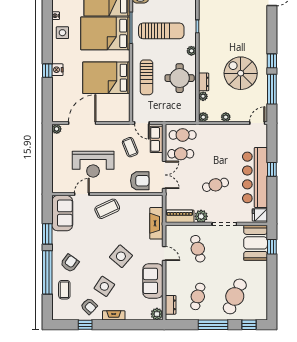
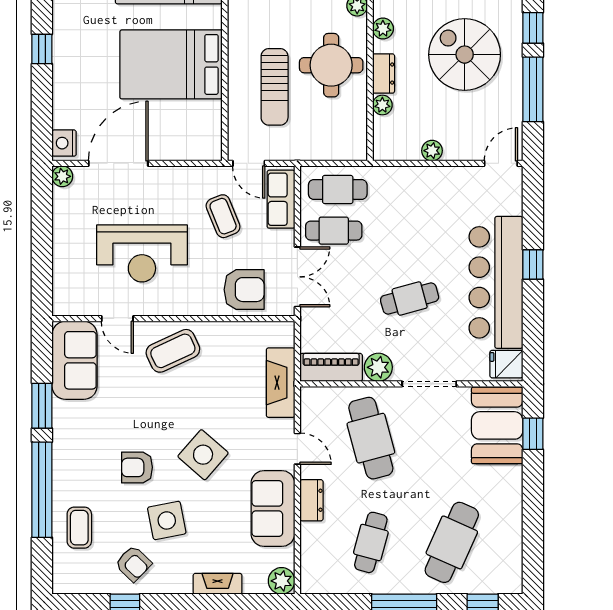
nightstand: (57, 70) -> (64, 143), moved
sun lounger: (147, 77) -> (275, 87), moved
plant: (203, 117) -> (383, 29), moved
door: (82, 194) -> (117, 319), swing flipped
cafe table: (198, 249) -> (371, 438), width x1.37, depth x1.35
armchair: (70, 263) -> (137, 467), moved, turned -126
side table: (104, 286) -> (167, 520), turned 45
dresser: (171, 305) -> (311, 500), moved
fireplace: (114, 315) -> (218, 584), moved

